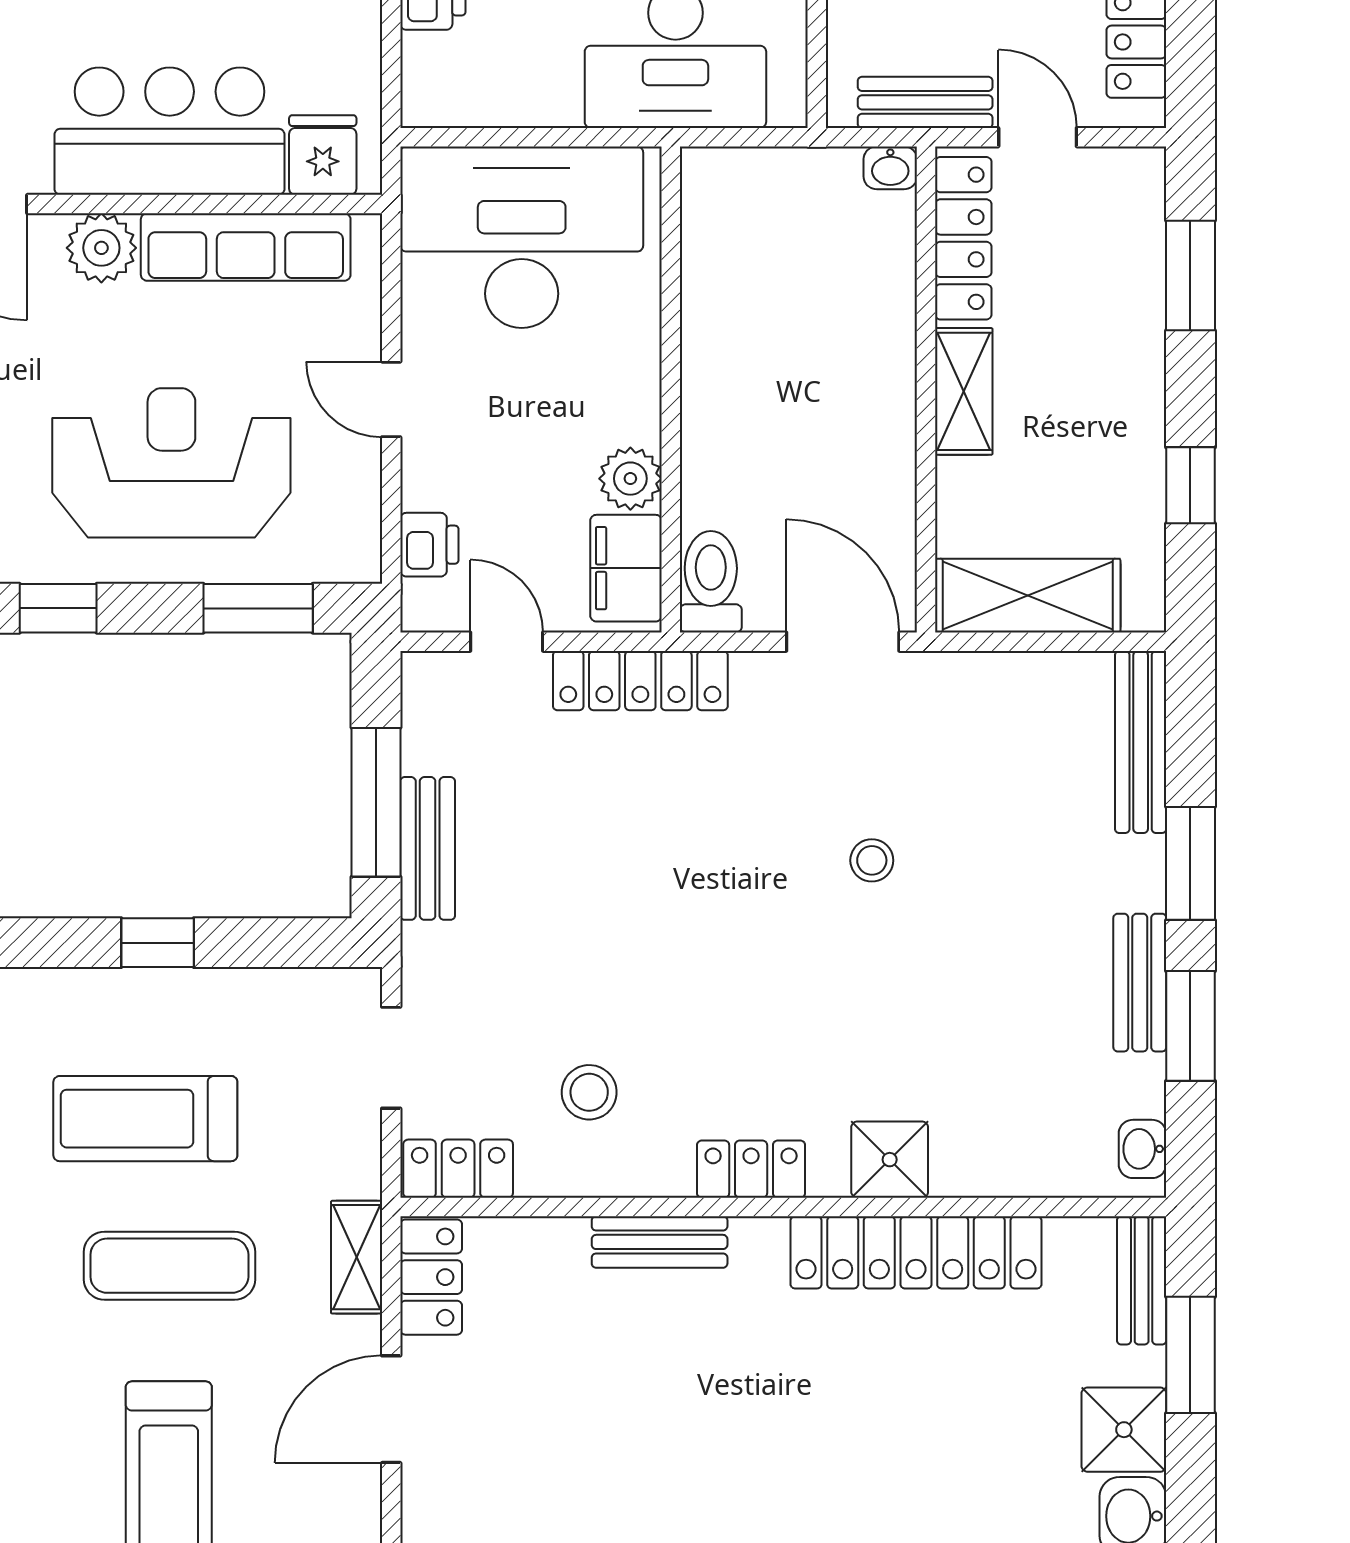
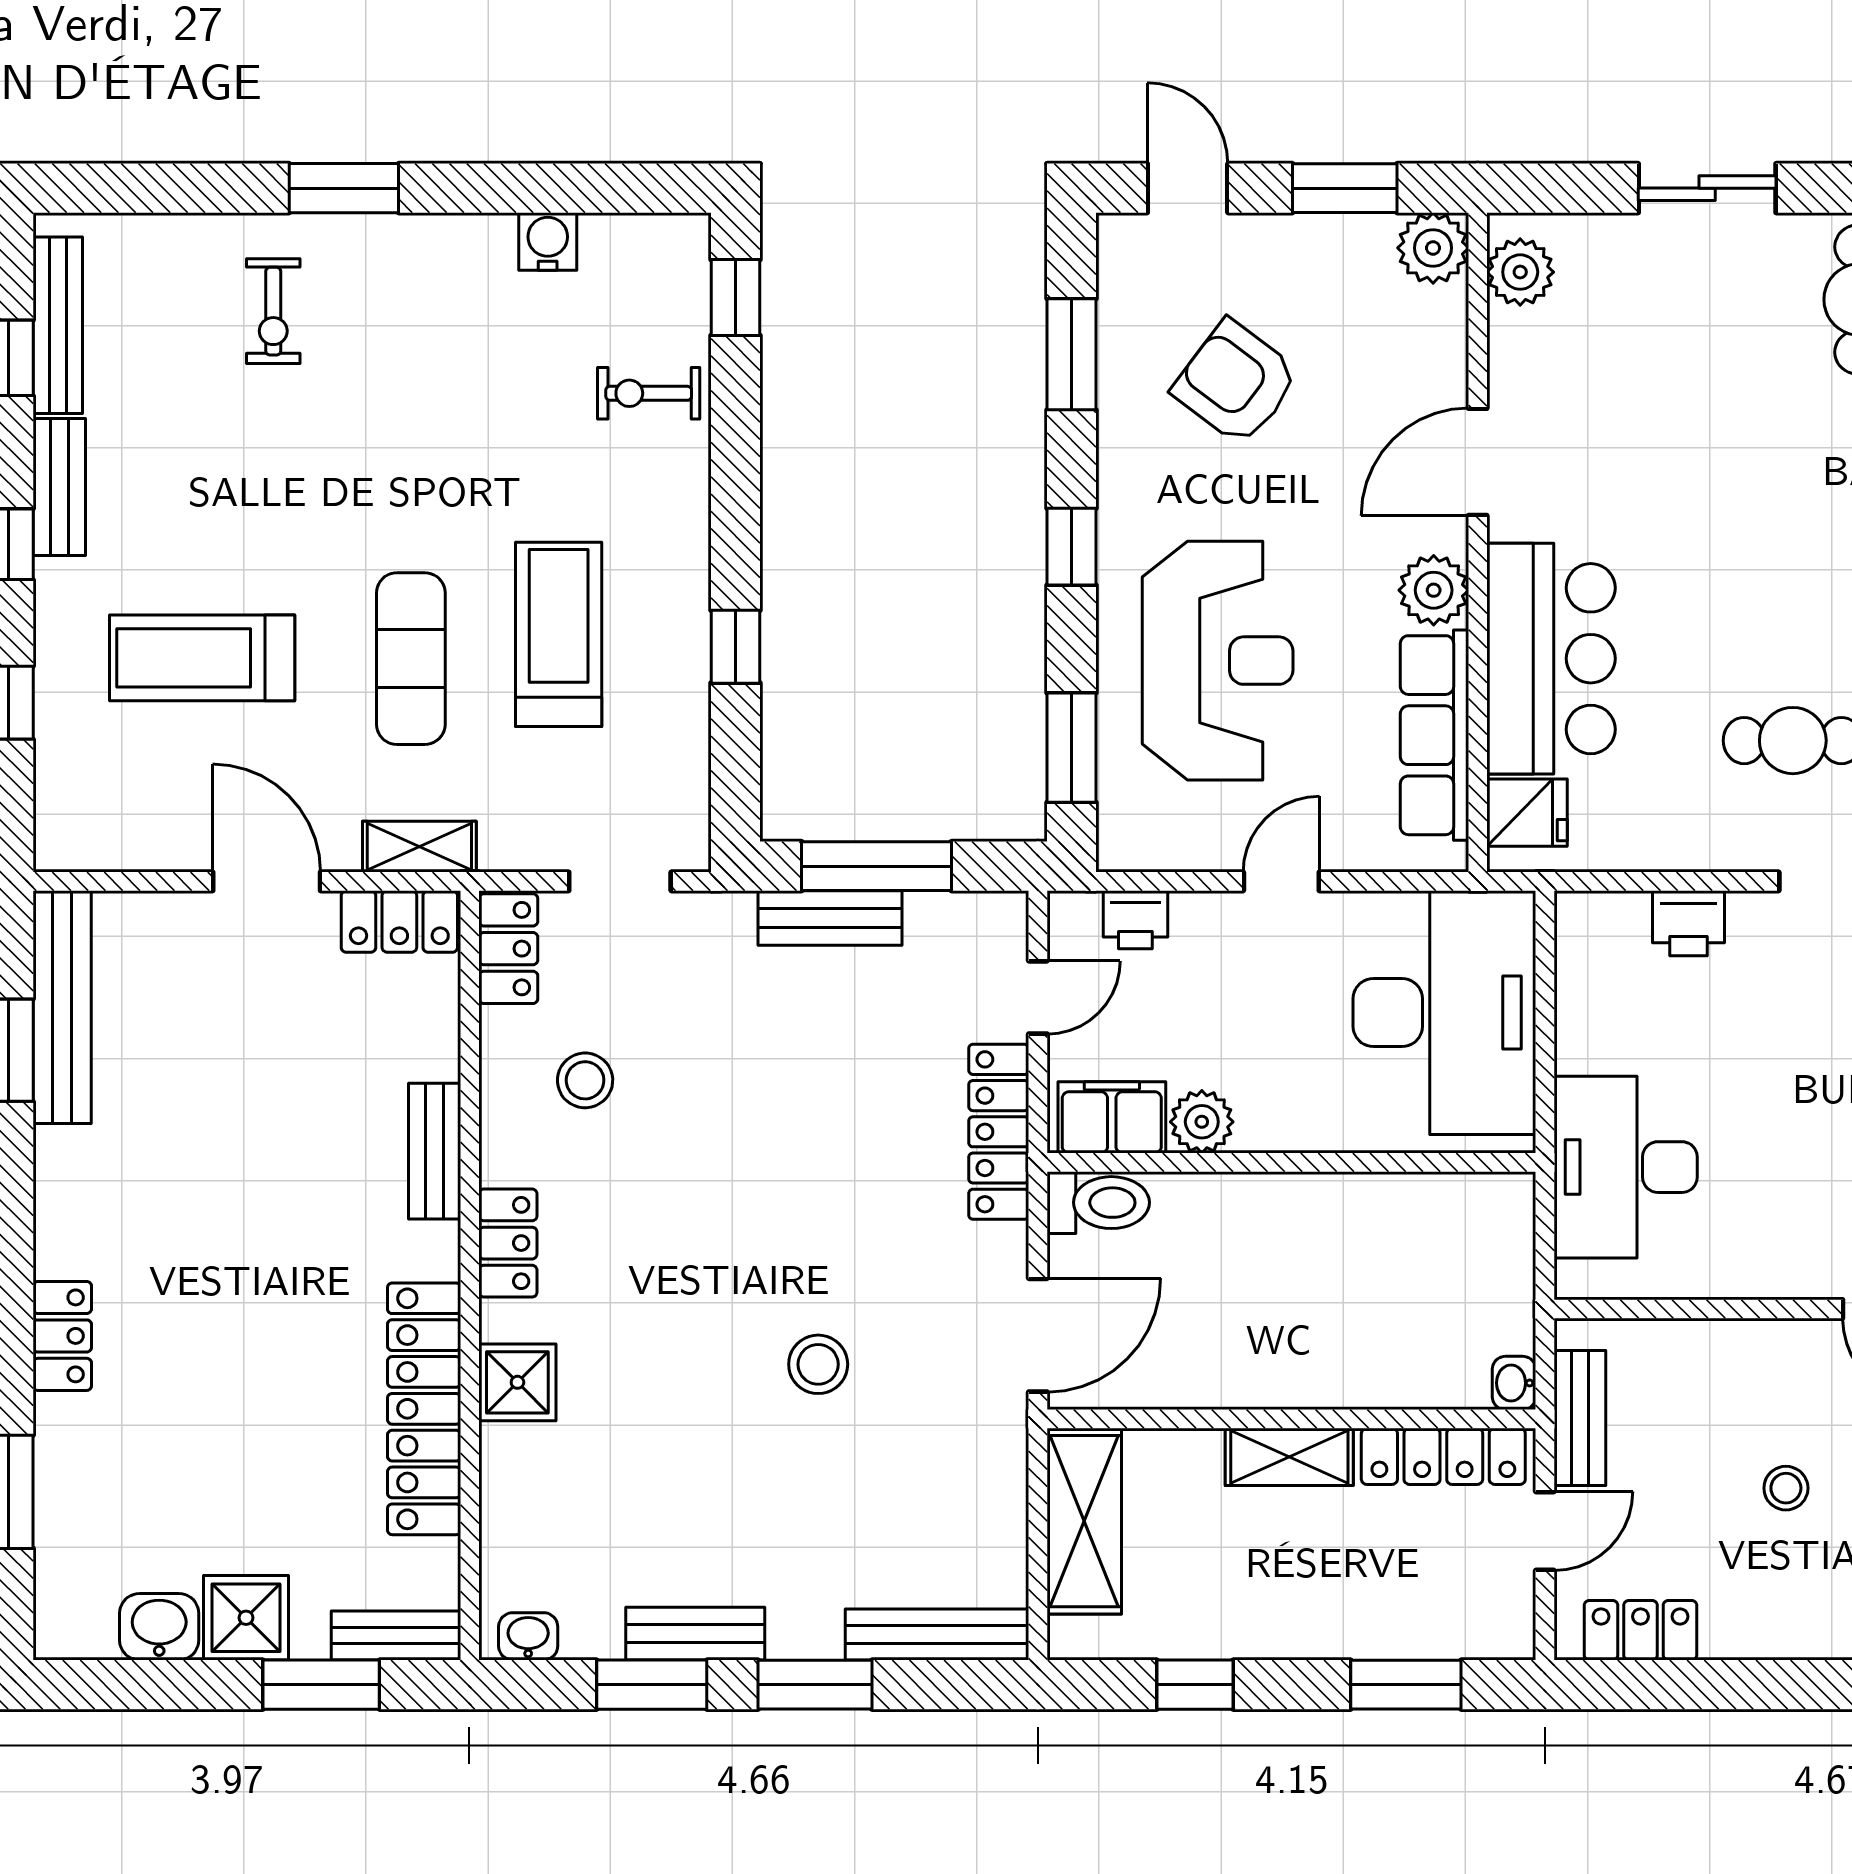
stool: (872, 860) -> (818, 1364), width x1.37, depth x1.37

